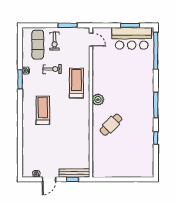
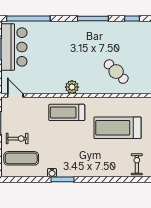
door: (91, 40) -> (15, 95), hinge flipped
exercise bike: (52, 69) -> (137, 164), moved
plant: (98, 100) -> (72, 87), moved
treadmill: (43, 110) -> (117, 128), moved, width x1.37, depth x1.38

